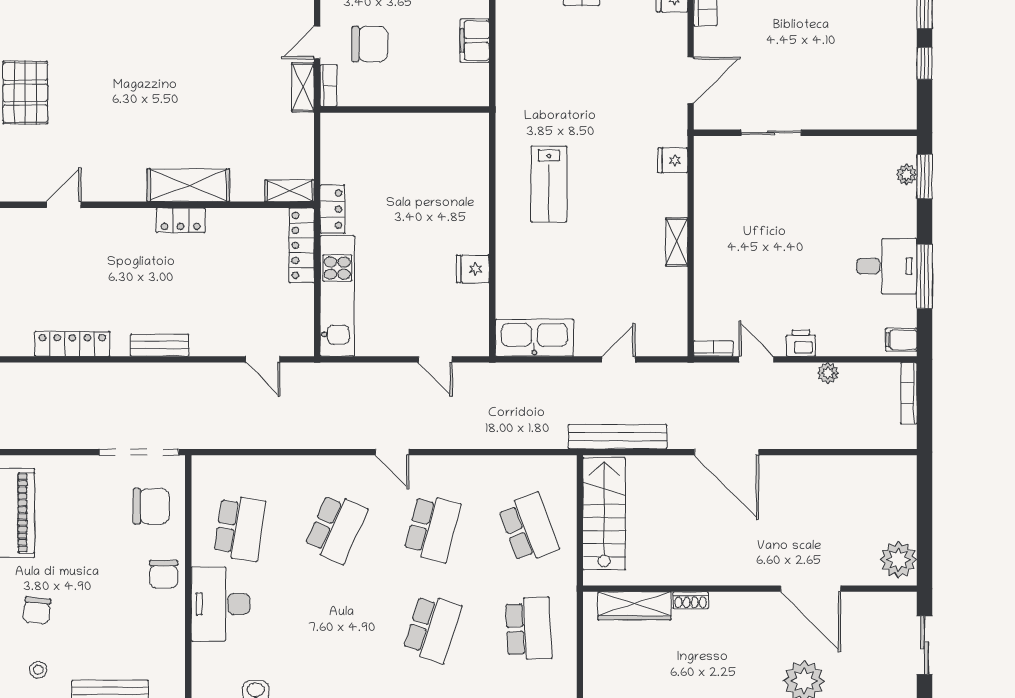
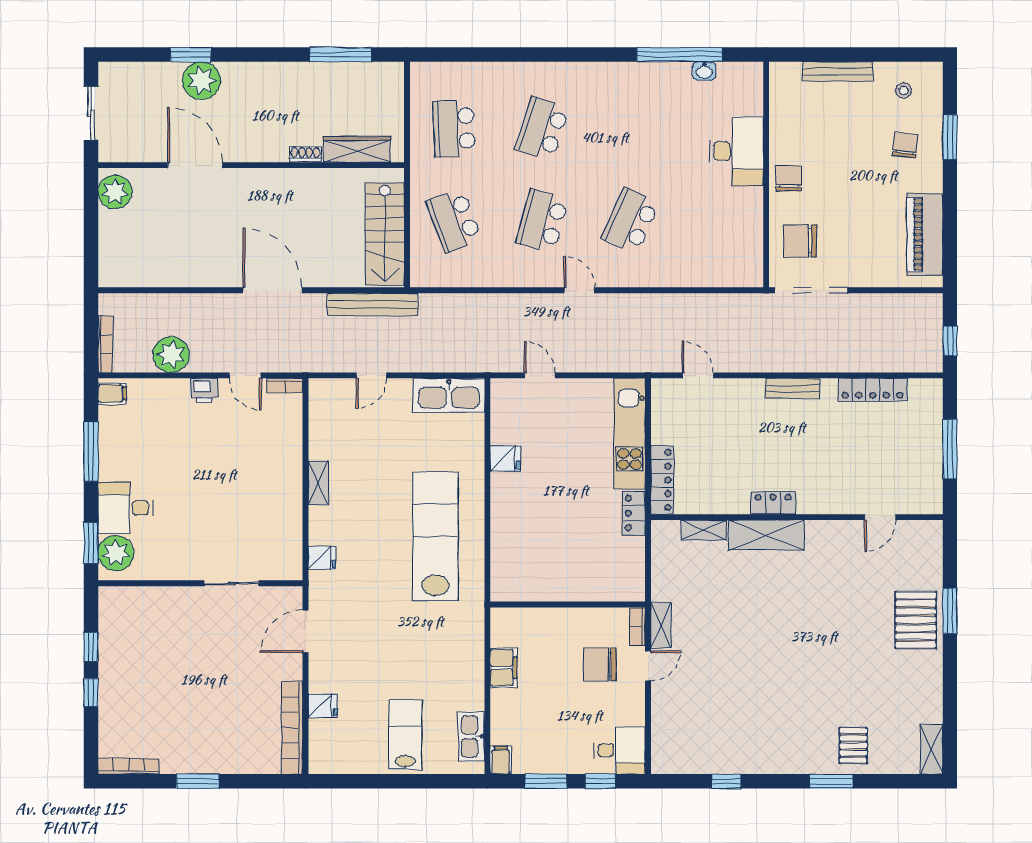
plant: (906, 175) -> (116, 553), width x1.88, depth x1.88
lab bench: (549, 184) -> (435, 536), width x1.86, depth x1.39
shelving: (290, 191) -> (704, 530), moved
desk: (887, 266) -> (126, 508), moved
plant: (828, 373) -> (171, 354), width x1.87, depth x1.87
school desk: (240, 528) -> (719, 221), removed

